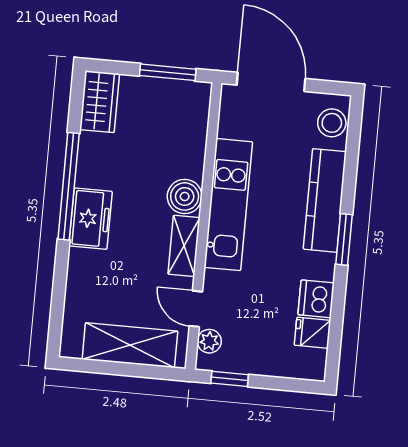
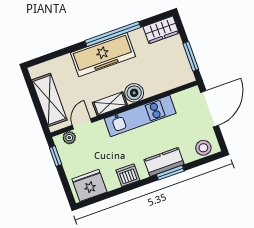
kitchen counter: (325, 200) -> (164, 162), width x0.67
freezer: (90, 219) -> (103, 55), width x1.91, depth x1.26
window: (344, 239) -> (170, 173), moved
dishwasher: (316, 299) -> (128, 175), moved
fridge: (313, 333) -> (89, 185), width x1.88, depth x1.34

